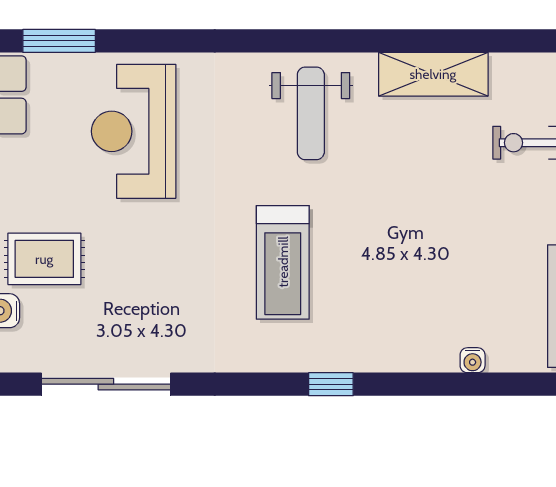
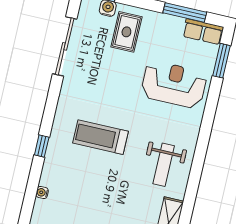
weight bench: (311, 113) -> (164, 165), turned -90
water cooler: (473, 360) -> (42, 193), moved

